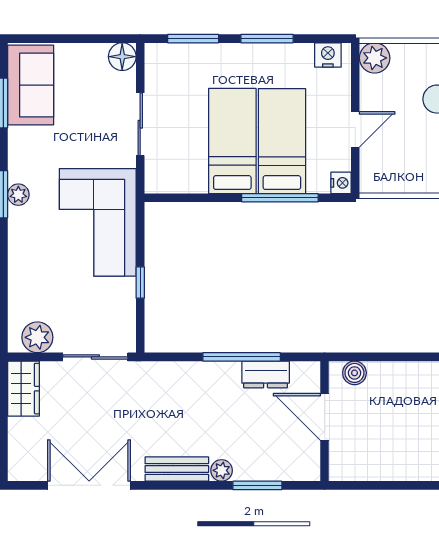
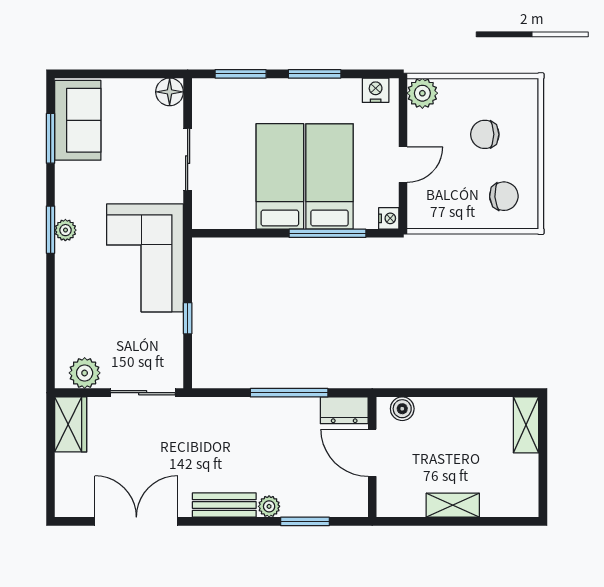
dresser: (266, 375) -> (344, 410), moved
shelving: (405, 469) -> (453, 505), added

